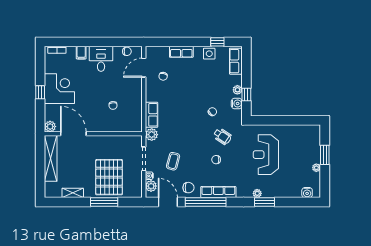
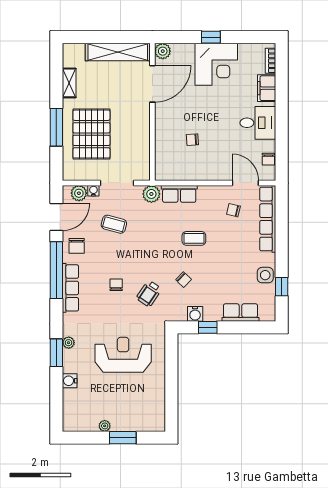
row of seats: (181, 52) -> (268, 219), width x2.02
filing cabinet: (81, 53) -> (267, 88), width x2.00
row of seats: (236, 61) -> (240, 312), moved
plant: (237, 90) -> (214, 315), removed
coffee table: (183, 104) -> (194, 238), added
pallet: (109, 177) -> (91, 134), turned 90
water cooler: (307, 193) -> (70, 381), moved

